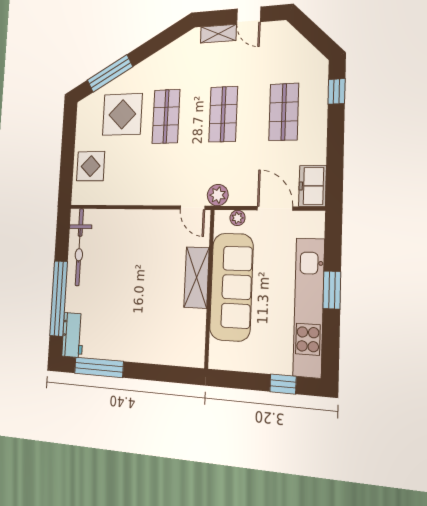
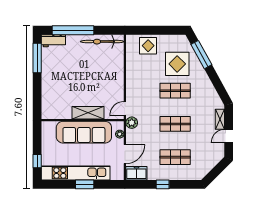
window: (337, 91) -> (163, 184), moved

